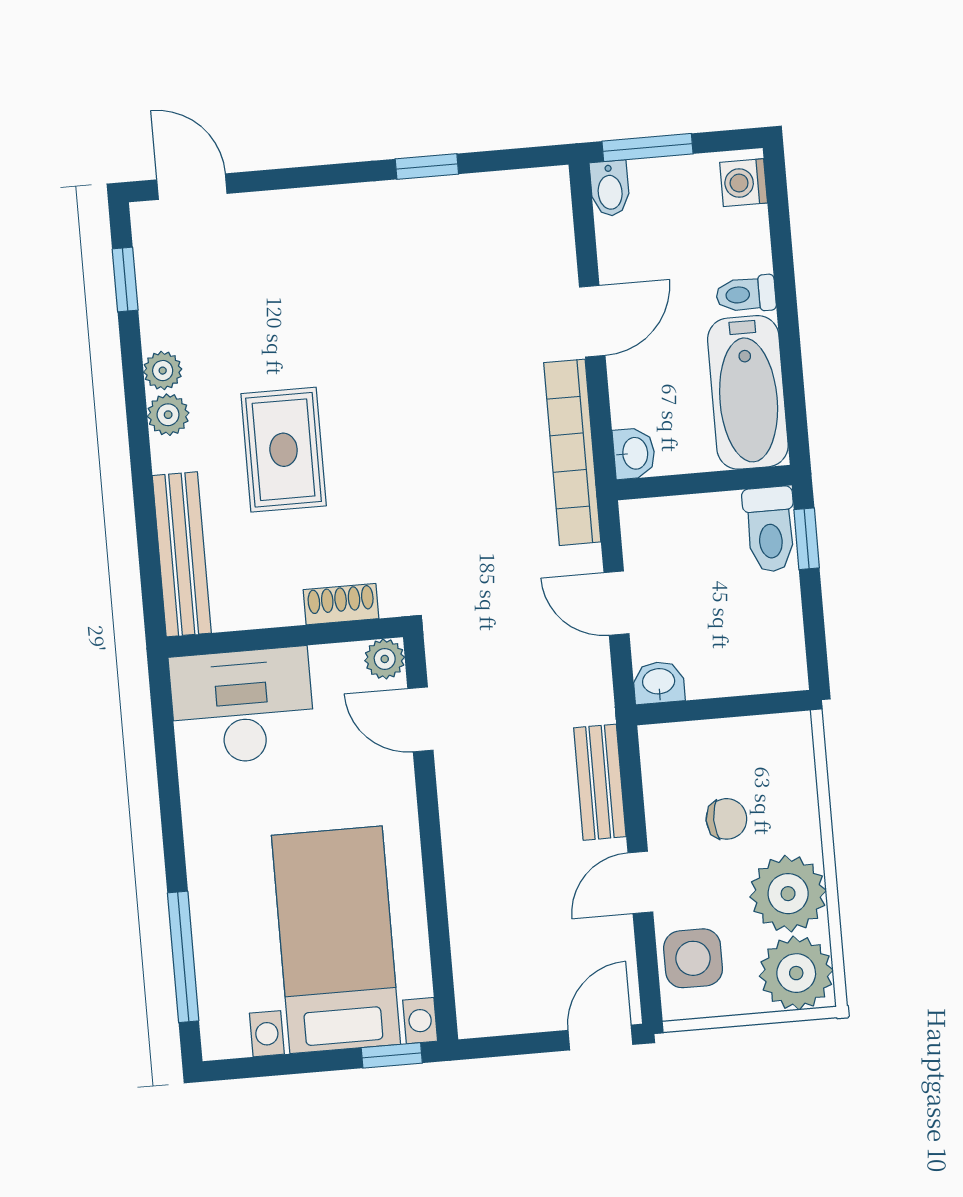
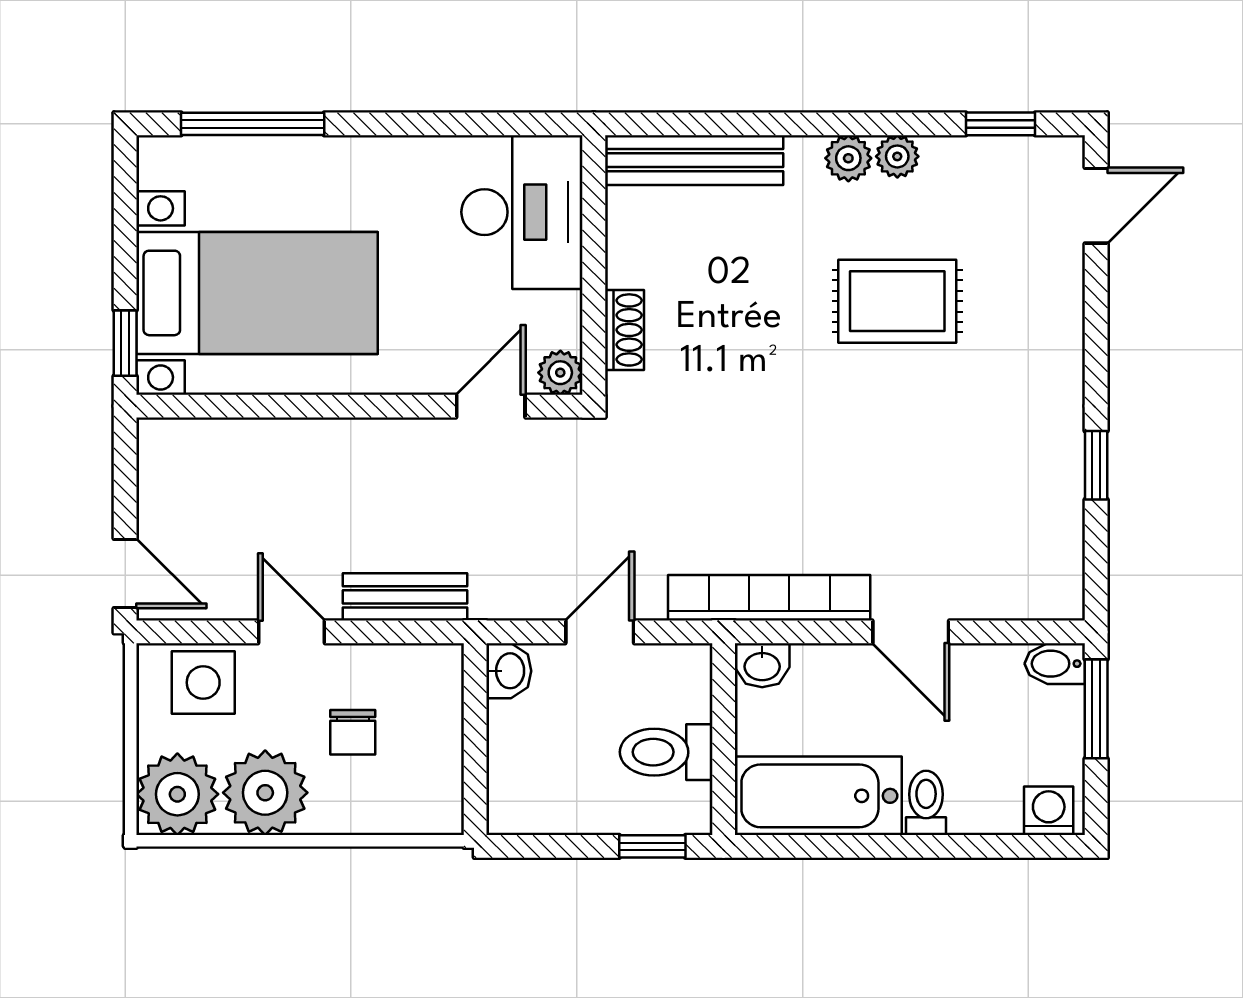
rug: (284, 450) -> (897, 301), moved
toilet: (770, 529) -> (666, 752), moved

